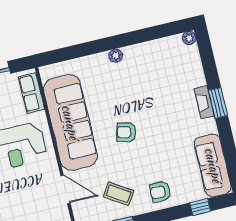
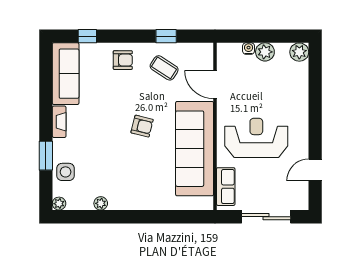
plant: (116, 56) -> (101, 203), moved
side table: (190, 70) -> (66, 172), added
fireplace: (204, 102) -> (59, 122), moved
window: (218, 103) -> (46, 156), moved

